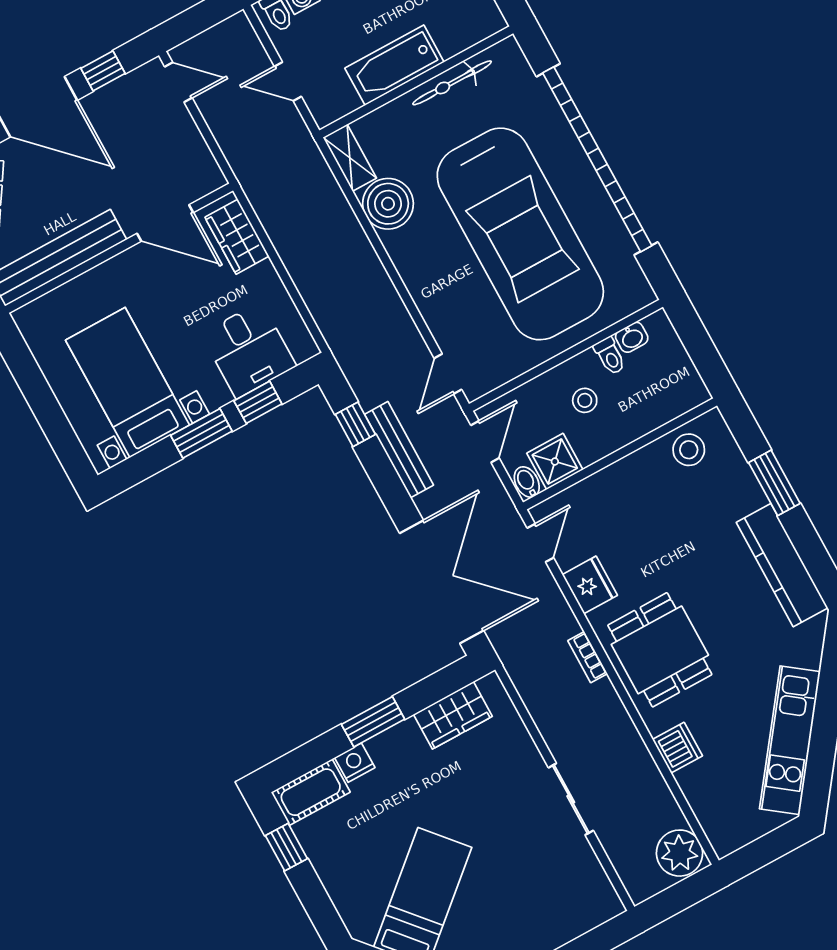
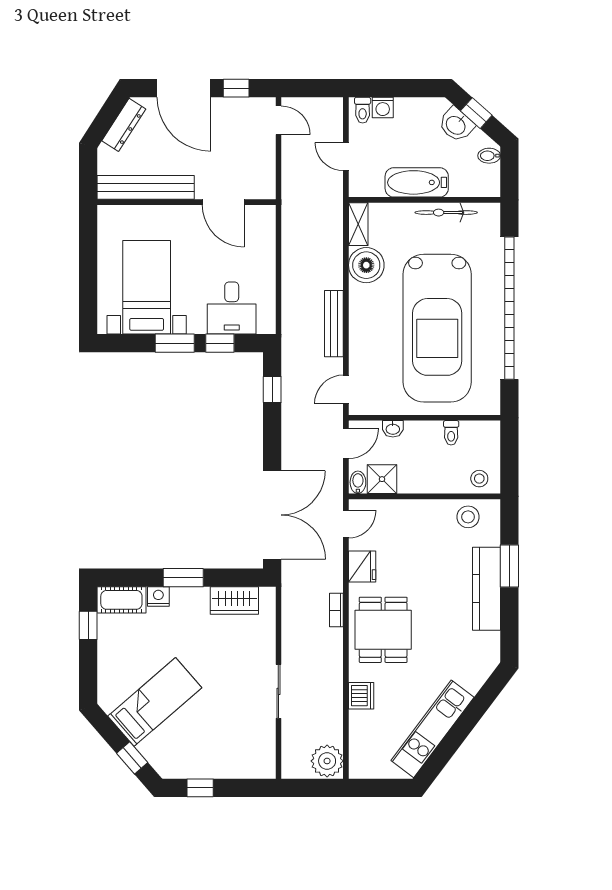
wardrobe: (237, 237) -> (263, 235), removed
washbasin: (632, 337) -> (393, 429), moved
stool: (585, 400) -> (479, 479), moved
bench: (399, 450) -> (334, 324), moved
kitchen counter: (782, 565) -> (486, 589), moved

